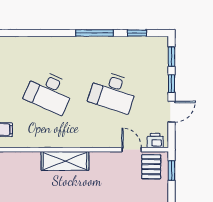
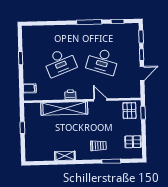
desk: (49, 92) -> (60, 62), turned -45
printer: (155, 141) -> (70, 95), moved
door: (132, 150) -> (100, 100), moved
shelving: (65, 161) -> (64, 108), width x1.47

